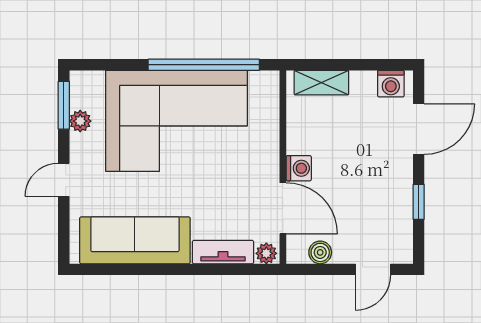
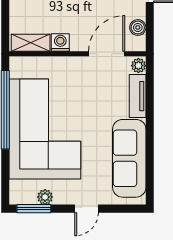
shelving: (321, 83) -> (31, 43), moved, turned 90
washing machine: (299, 168) -> (60, 43), moved
door: (64, 180) -> (87, 209), hinge flipped

